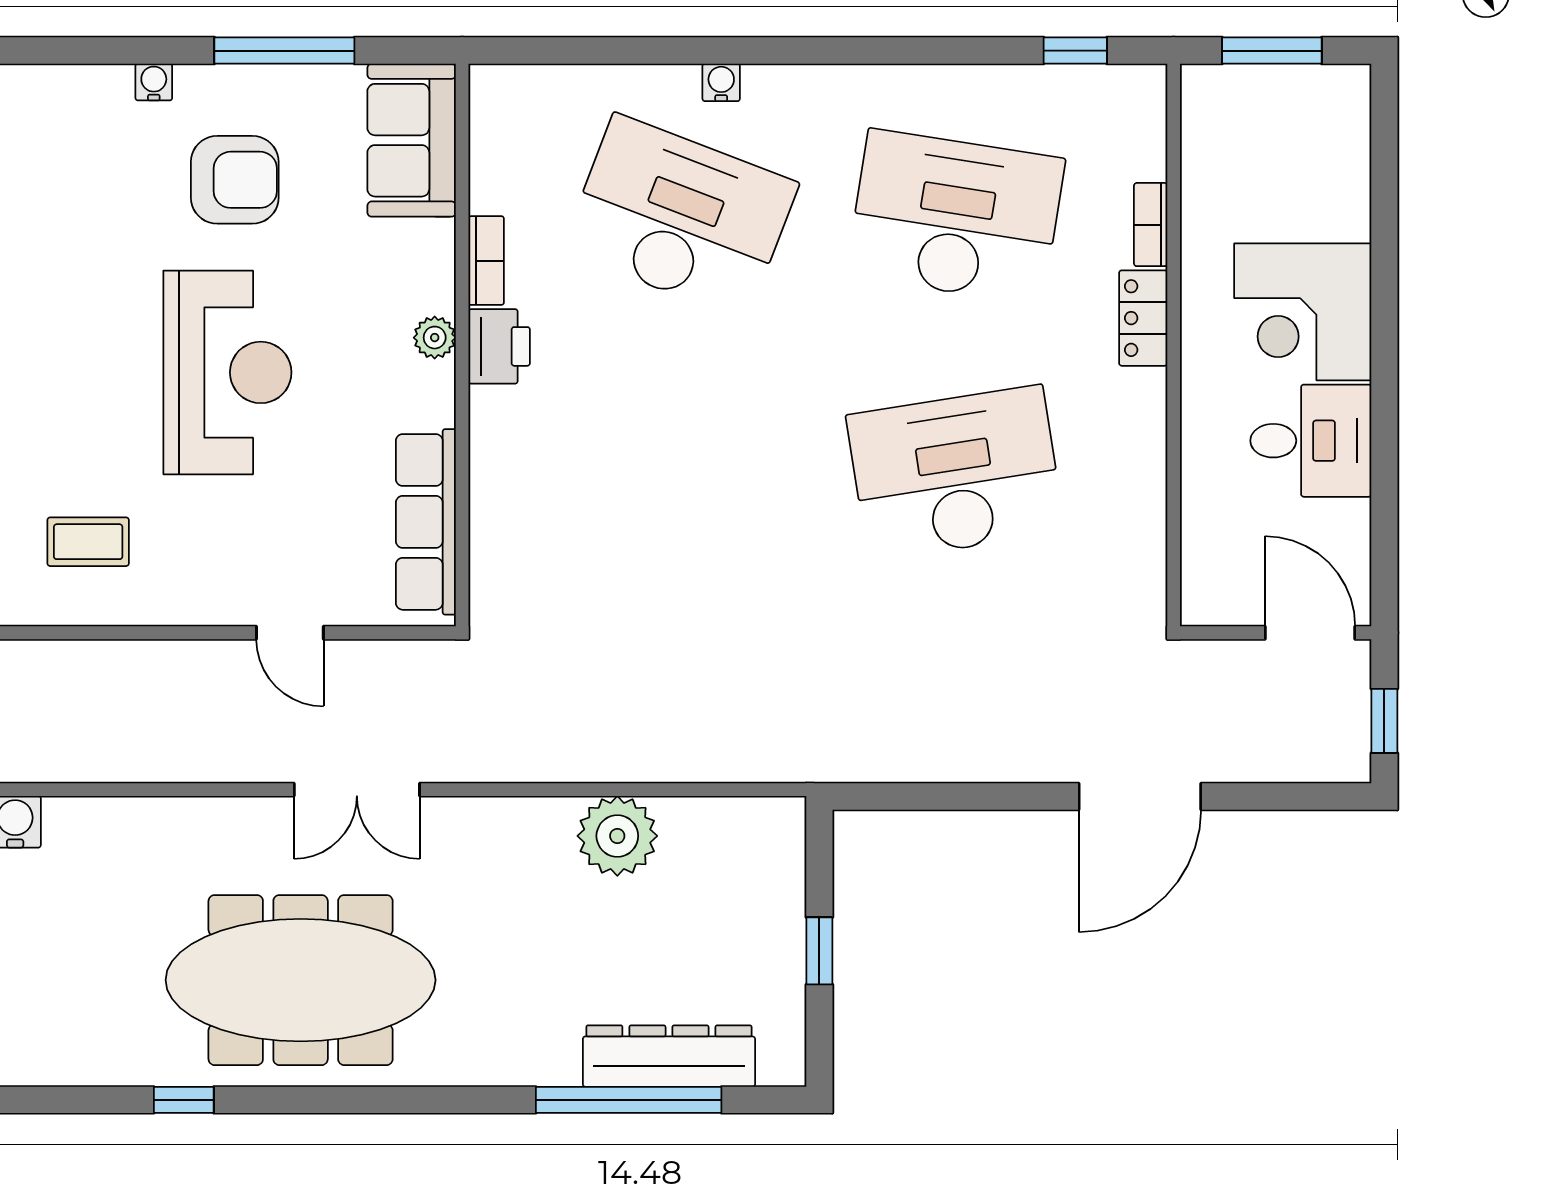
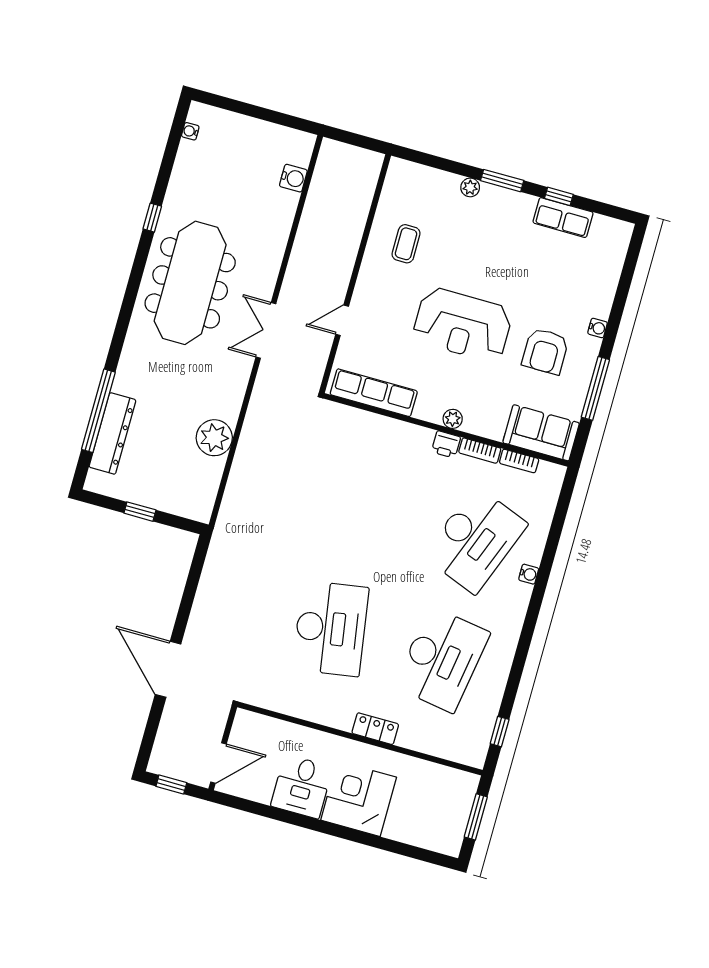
bookcase: (1151, 225) -> (519, 461), moved, turned 180
printer: (499, 346) -> (446, 444), width x0.73, depth x0.81

